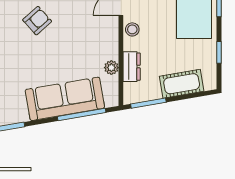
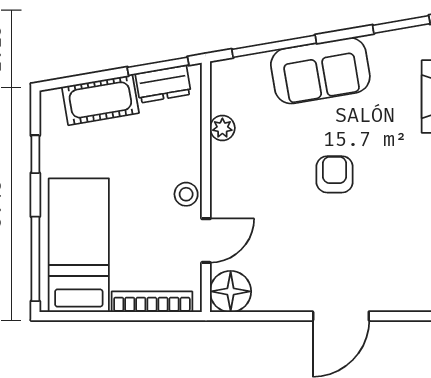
armchair: (37, 21) -> (335, 174), moved, turned 132
dresser: (132, 67) -> (163, 84), moved, turned -100
sofa: (65, 99) -> (320, 71), width x0.73

